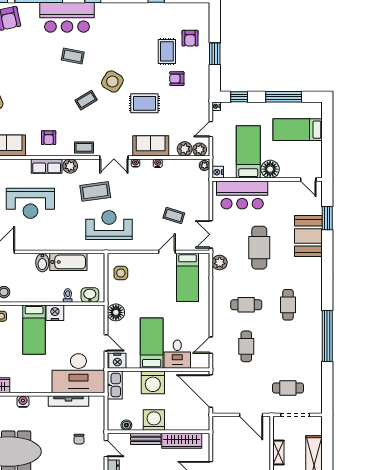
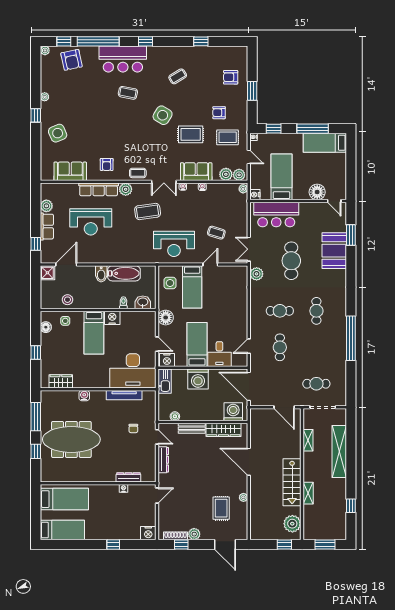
armchair: (190, 38) -> (231, 77), turned 90
rug: (167, 51) -> (228, 137), moved, turned 90
coffee table: (86, 100) -> (178, 76), moved
door: (211, 129) -> (249, 157), swing flipped
bed: (298, 130) -> (325, 143), moved
row of seats: (47, 166) -> (99, 189), width x1.48
floor lamp: (270, 169) -> (317, 192), moved
reception desk: (109, 225) -> (174, 244), moved, turned 180
bed: (188, 277) -> (192, 287), moved
washing machine: (154, 420) -> (233, 412), moved

